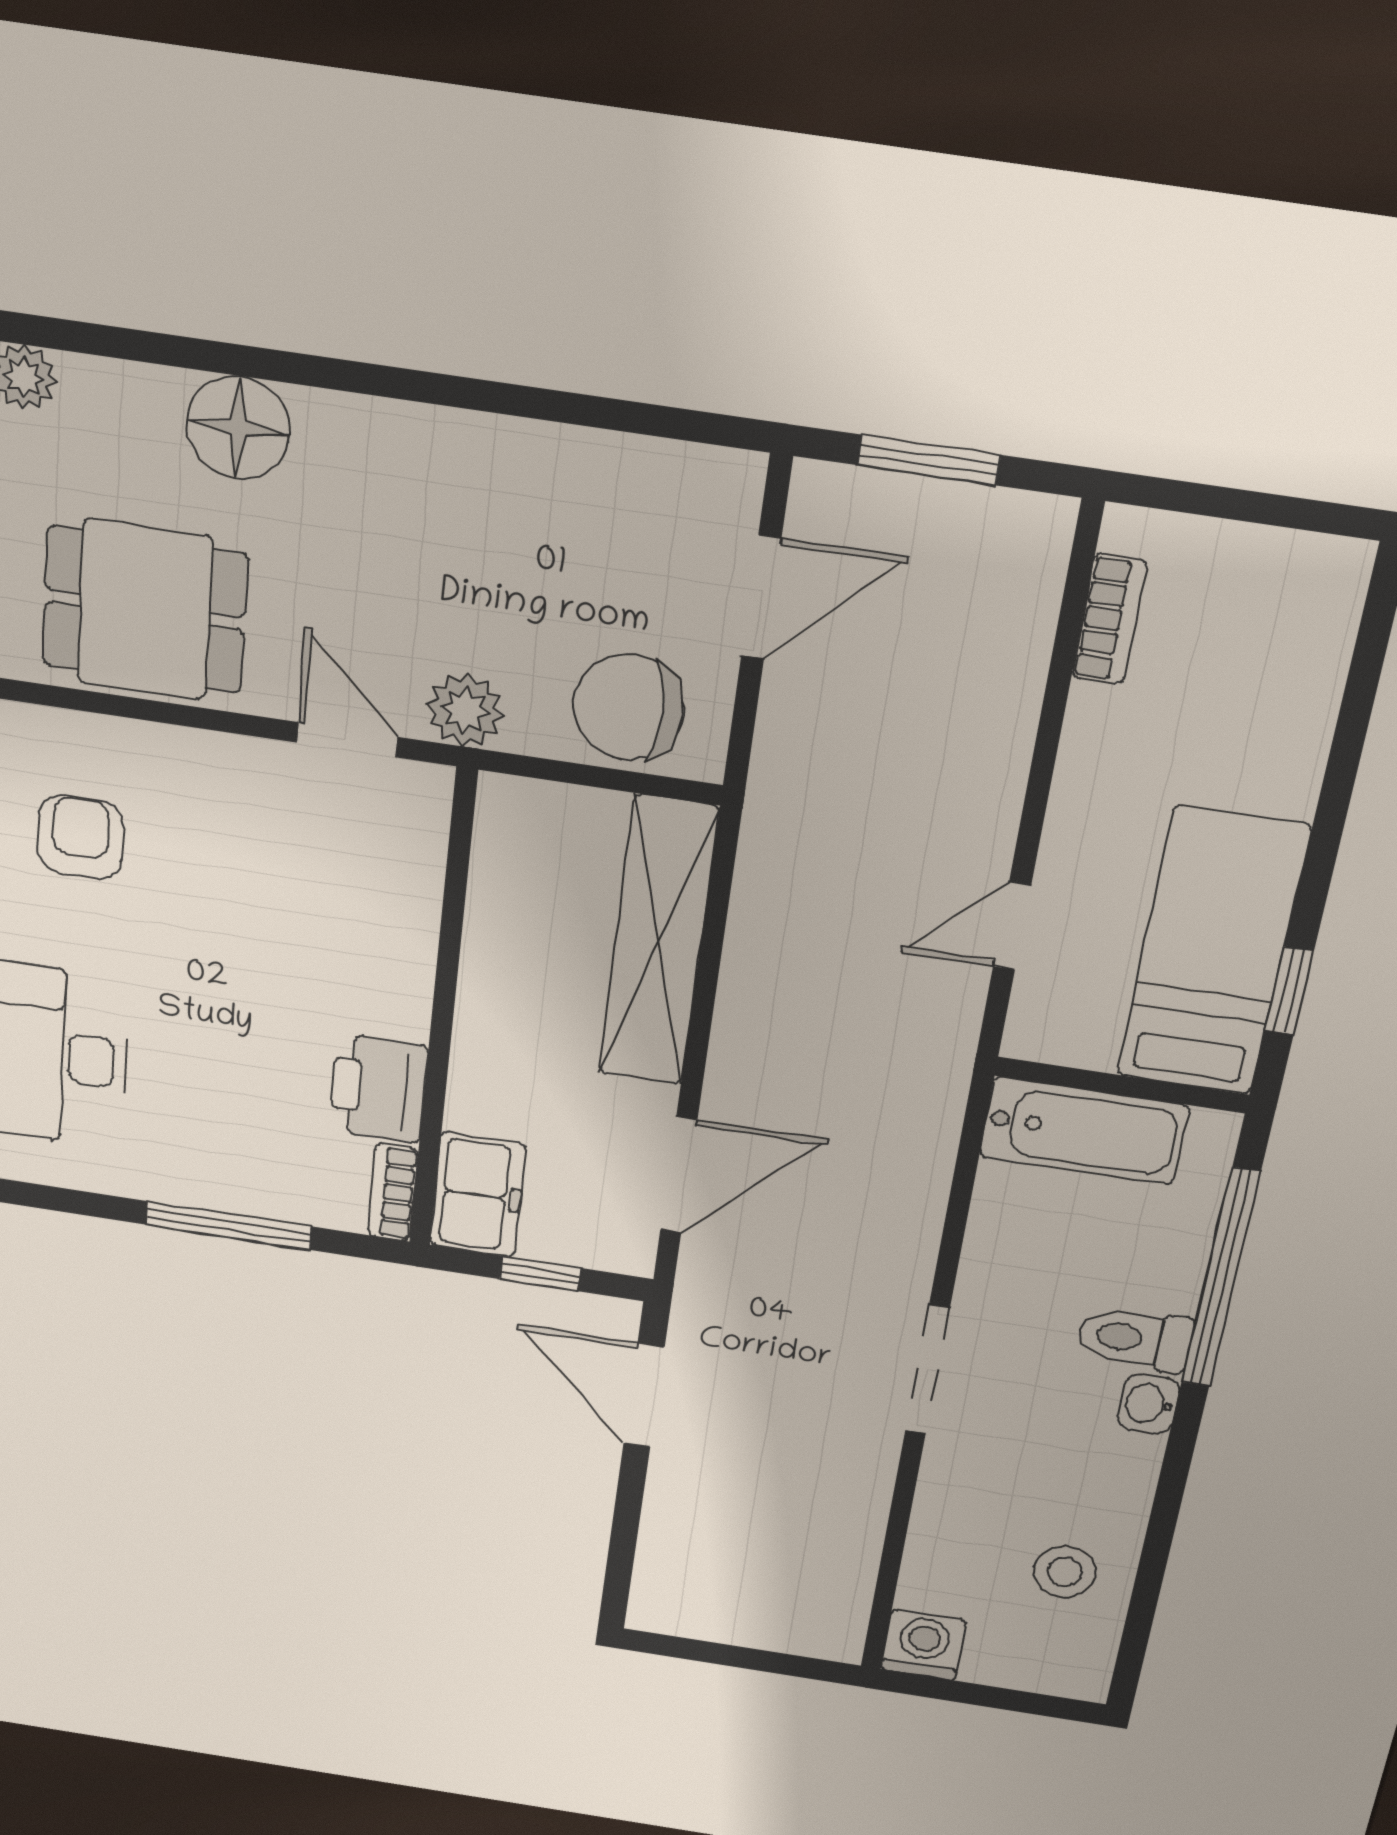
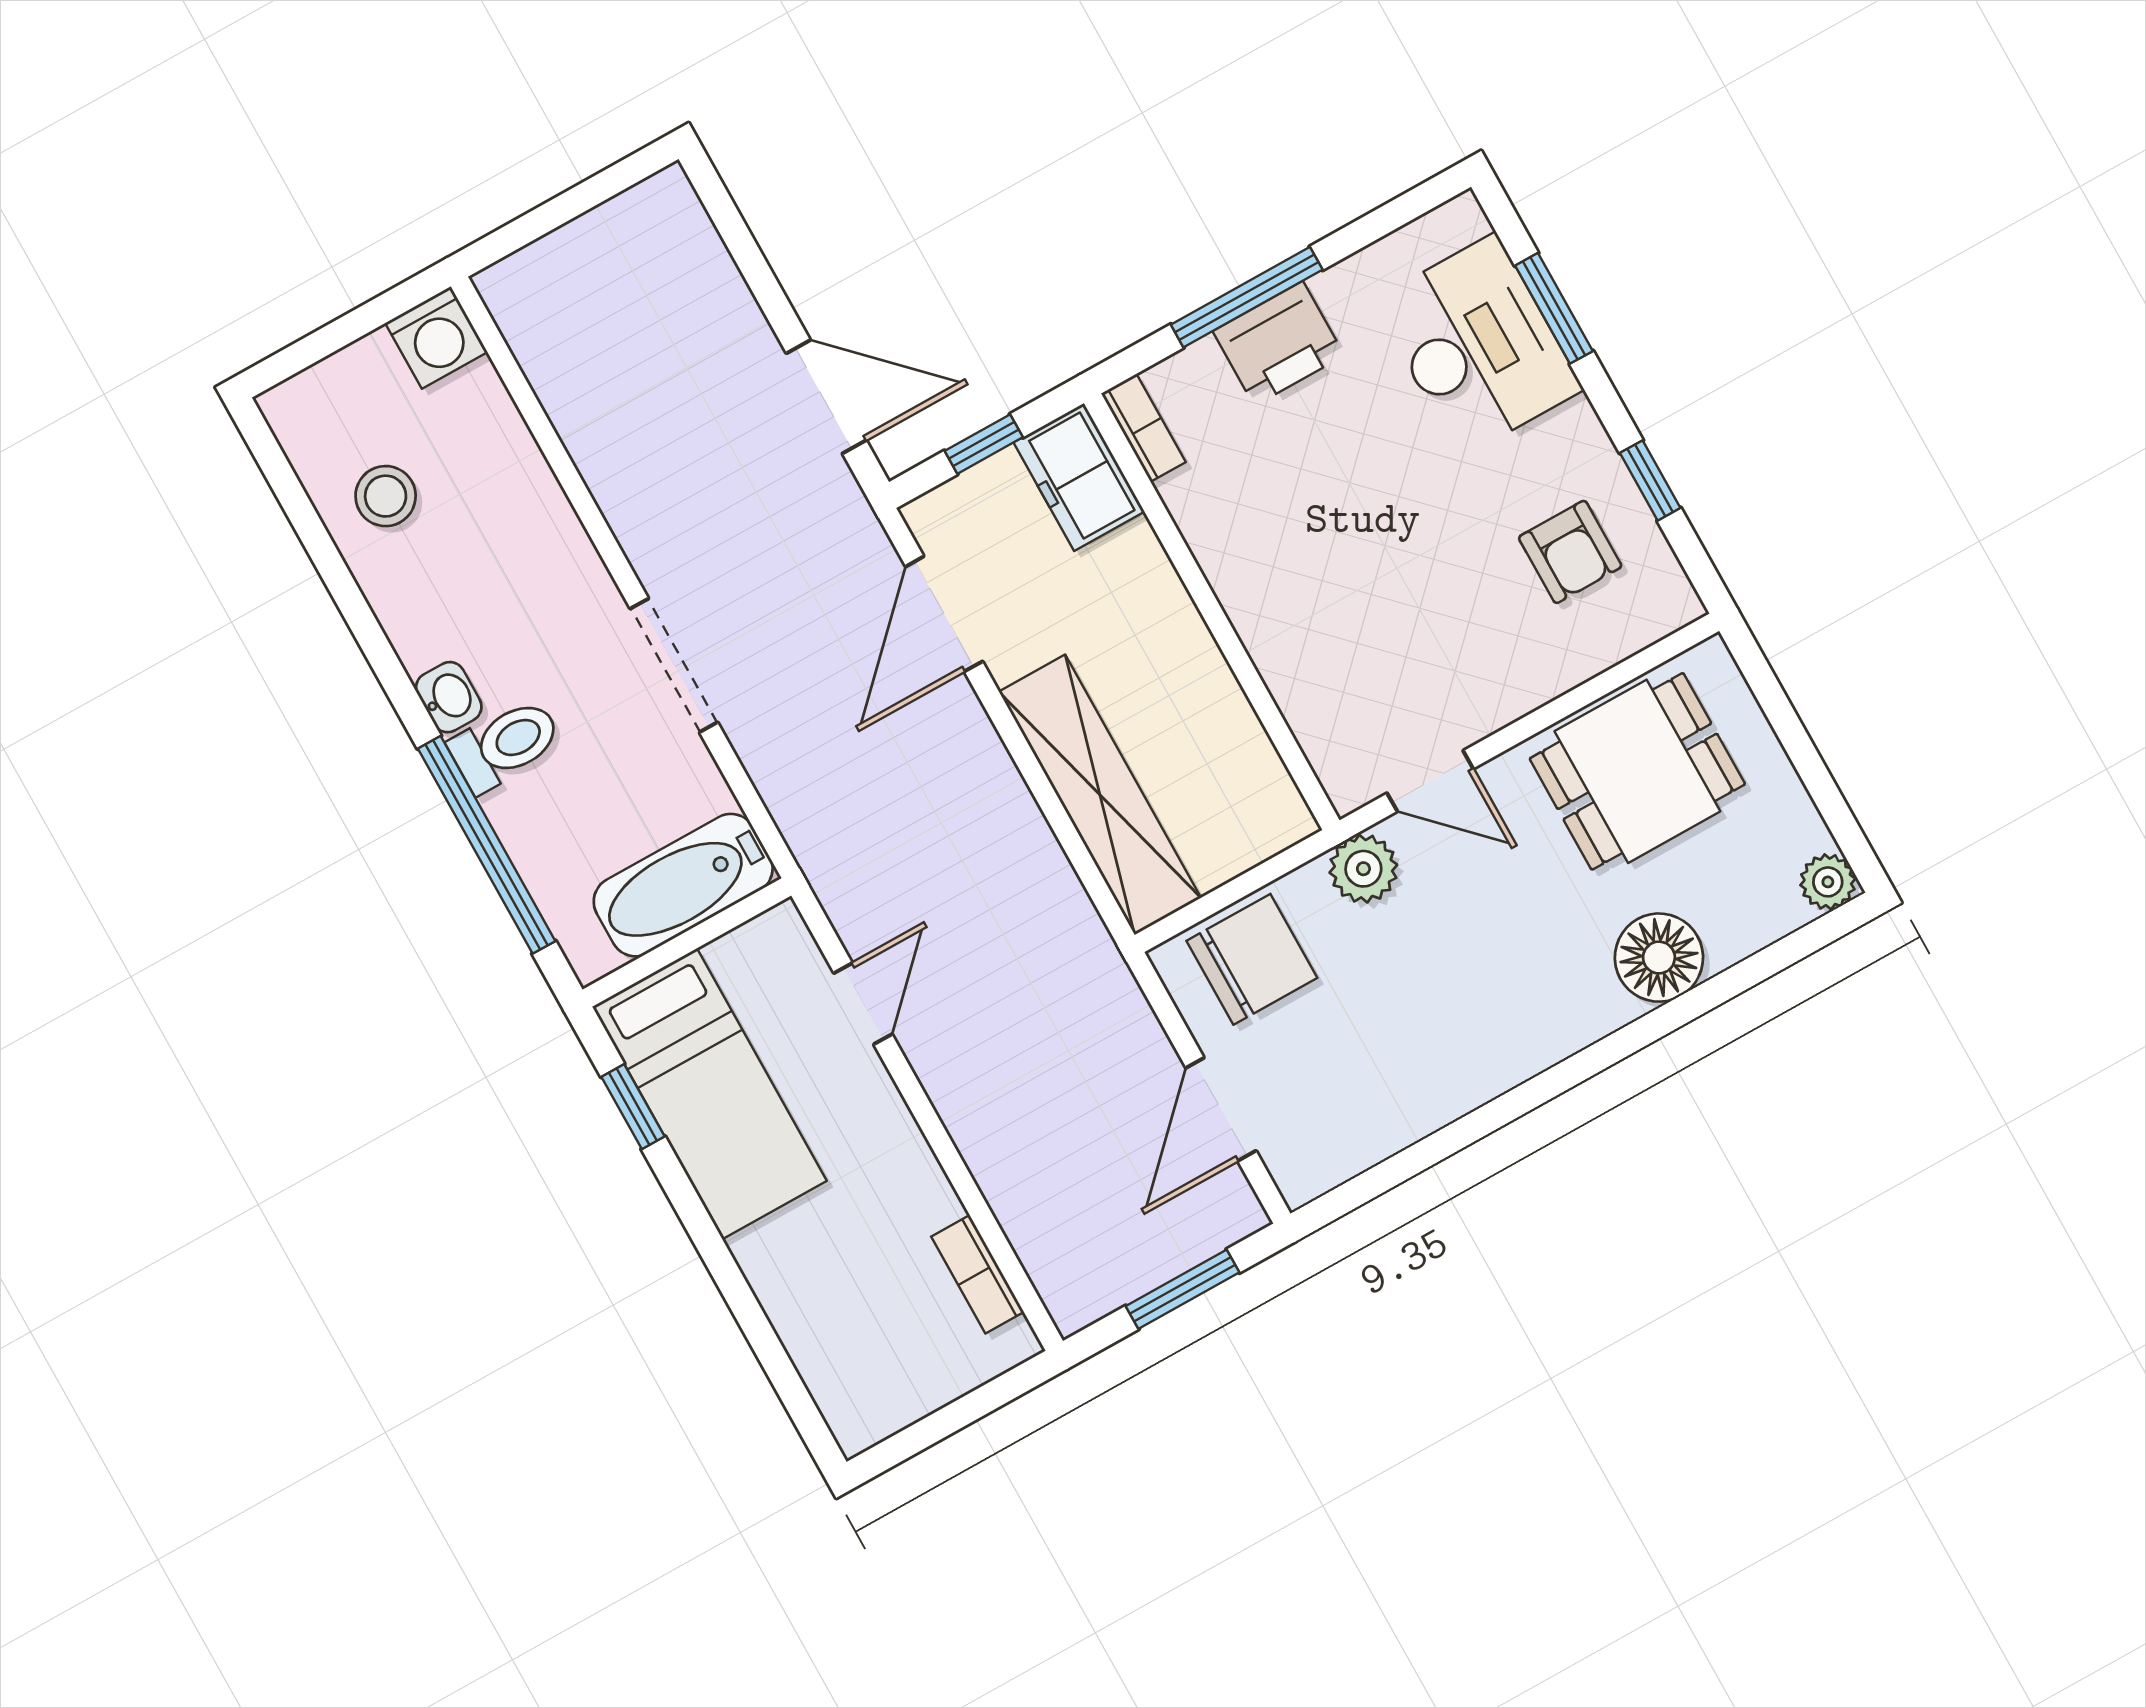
printer: (378, 1089) -> (1279, 343), moved, turned 90
doorway: (927, 1370) -> (674, 665), moved

